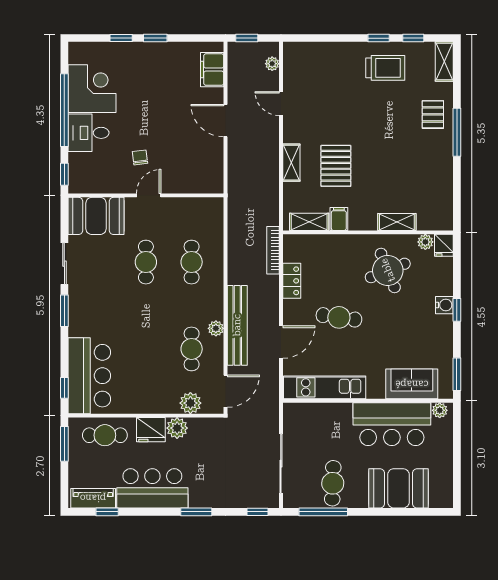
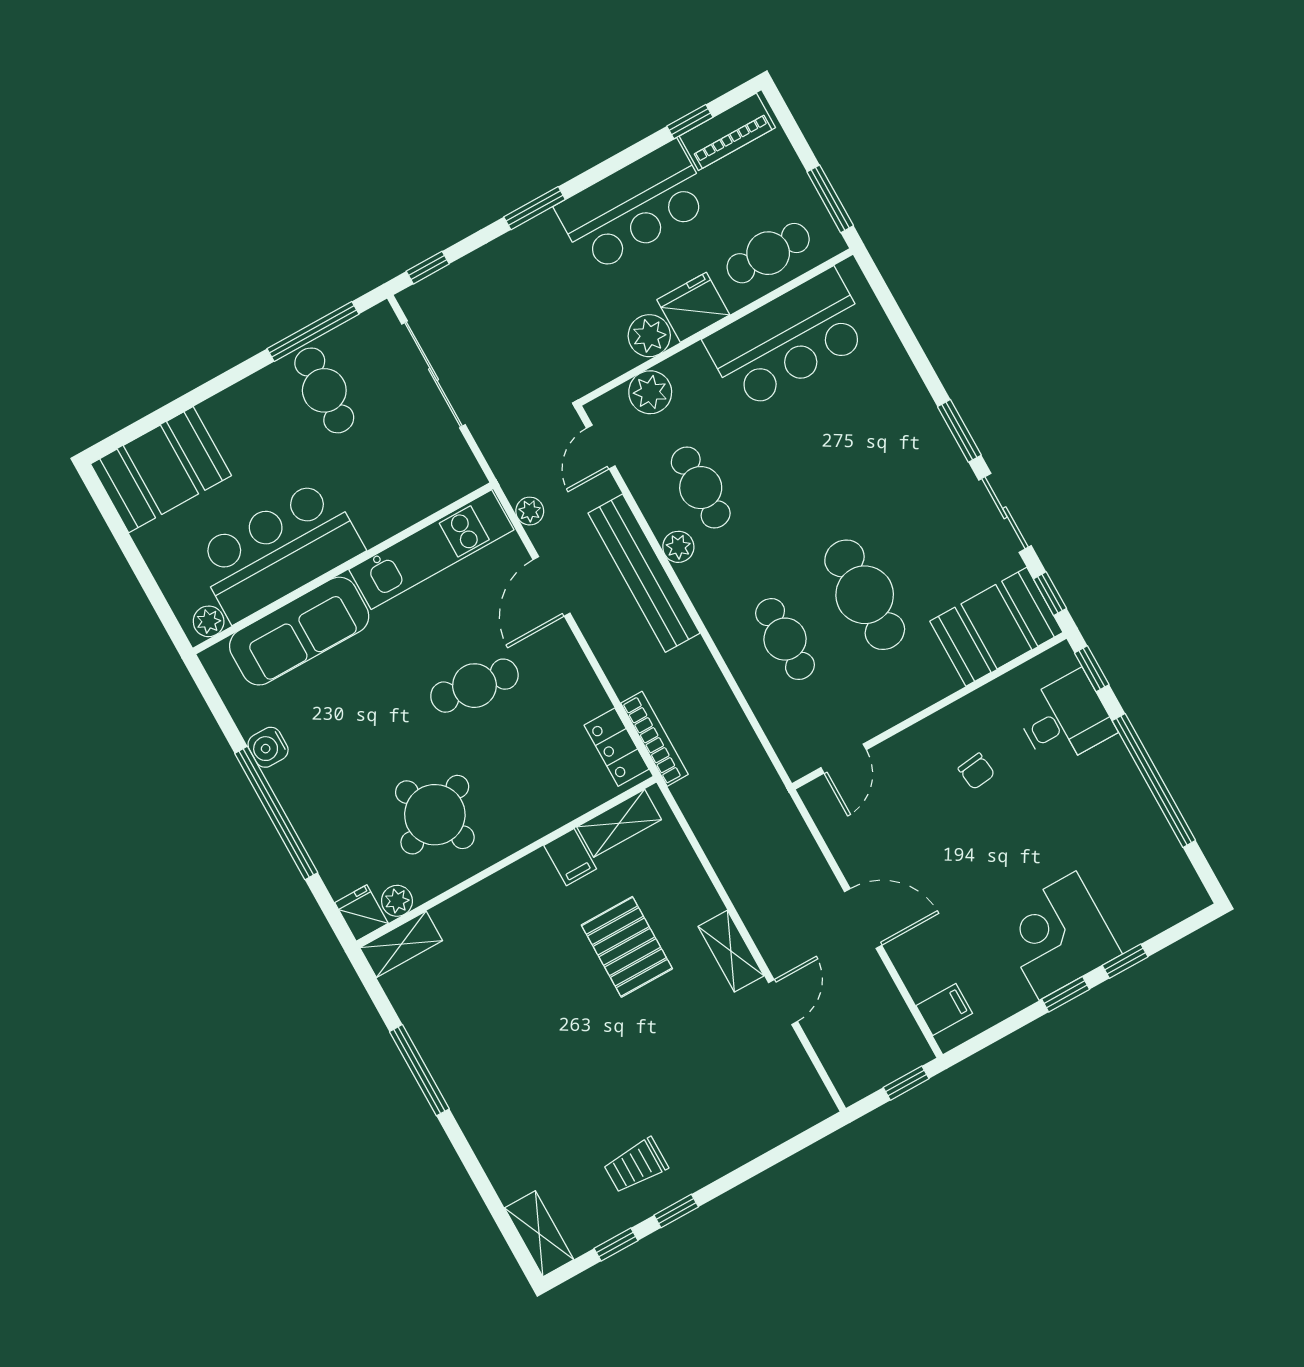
plant: (272, 64) -> (530, 511), moved
trolley: (385, 68) -> (636, 1166), width x0.73, depth x0.72
filing cabinet: (212, 70) -> (944, 1010), width x0.50
corner desk: (92, 89) -> (1058, 936), moved, turned 90
door: (281, 104) -> (783, 1002), hinge flipped
pallet: (433, 114) -> (508, 1131), removed
window: (457, 132) -> (419, 1070), moved
desk: (89, 133) -> (1065, 719), moved
shelving: (291, 163) -> (731, 951), moved
door: (149, 195) -> (844, 759), moved
shelving: (397, 222) -> (401, 944), moved
cafe table: (146, 262) -> (865, 595), width x1.37, depth x1.35
locker: (292, 281) -> (617, 747), moved
water cooler: (444, 305) -> (268, 747), moved
window: (457, 310) -> (276, 813), width x3.17
window: (457, 374) -> (214, 701), removed
bar counter: (89, 376) -> (788, 339), moved, turned -90
sofa: (412, 384) -> (299, 631), width x1.36
window: (64, 388) -> (1050, 594), moved
door: (225, 391) -> (601, 447), width x0.73
booth: (398, 488) -> (161, 470), moved

